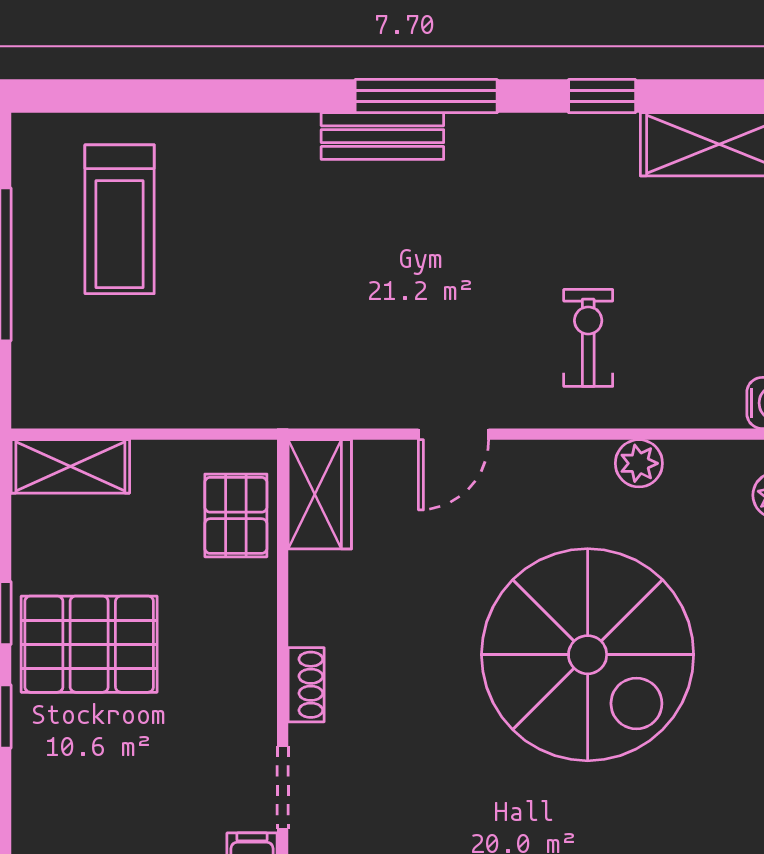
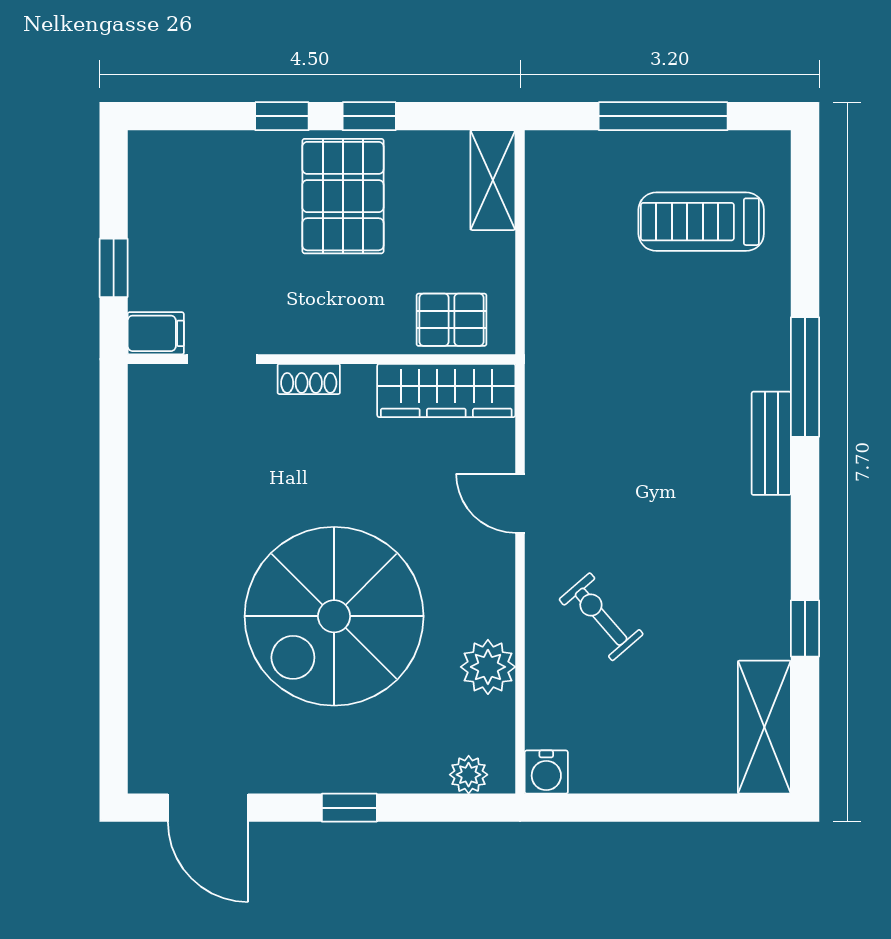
window: (426, 96) -> (805, 377), moved
exercise bike: (588, 338) -> (601, 617), turned -131
plant: (639, 463) -> (488, 667), width x1.38, depth x1.38
wardrobe: (320, 494) -> (446, 390), width x1.50

